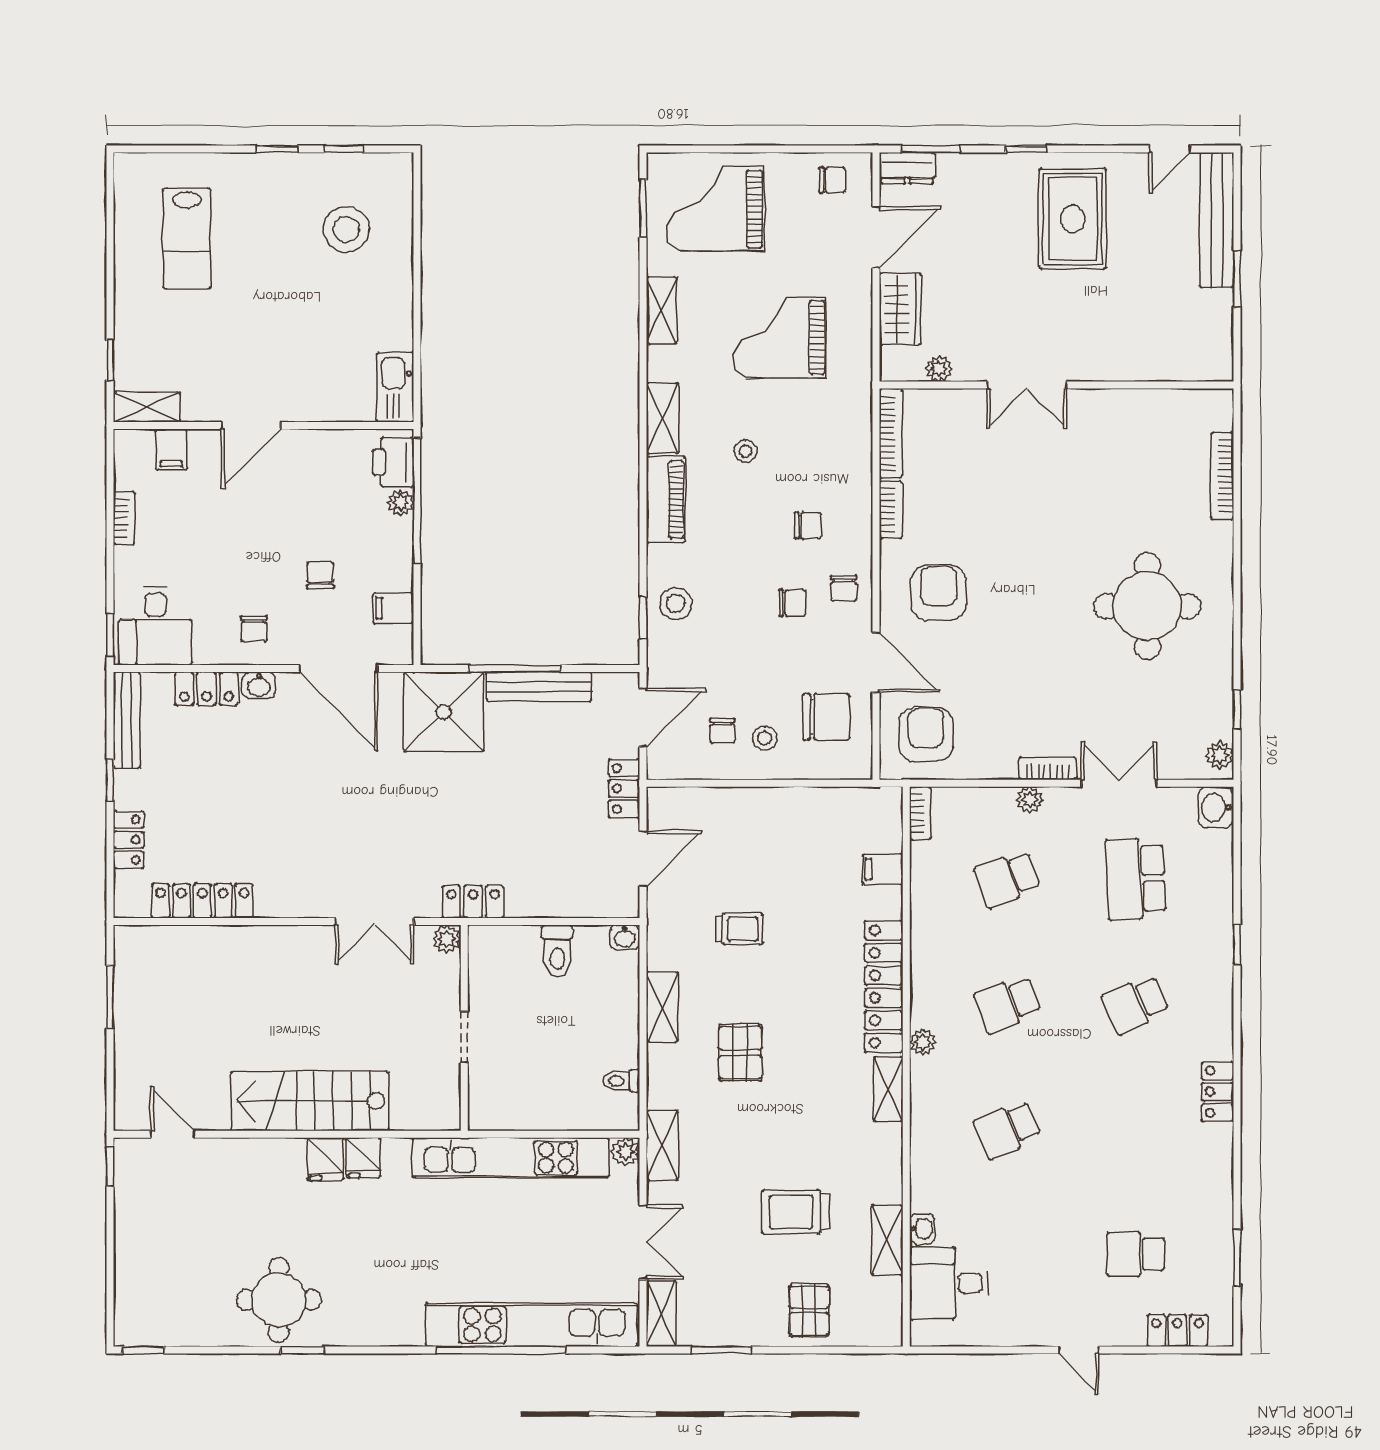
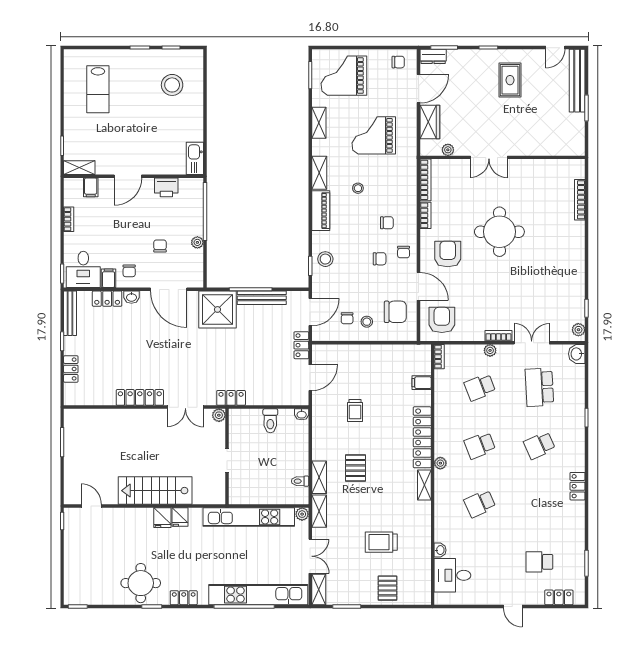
rug: (1072, 219) -> (510, 80), width x0.73, depth x0.70
printer: (393, 462) -> (166, 187), moved, turned -90
plant: (401, 503) -> (197, 242), moved
round table: (1147, 606) -> (499, 232), moved
filing cabinet: (393, 608) -> (109, 278), moved, turned 90
locker: (202, 901) -> (140, 397), moved
trolley: (739, 929) -> (355, 411), turned 90
shelving: (662, 1007) -> (319, 477), moved
shelving: (887, 1240) -> (424, 555), removed
locker: (371, 1331) -> (184, 598), added

